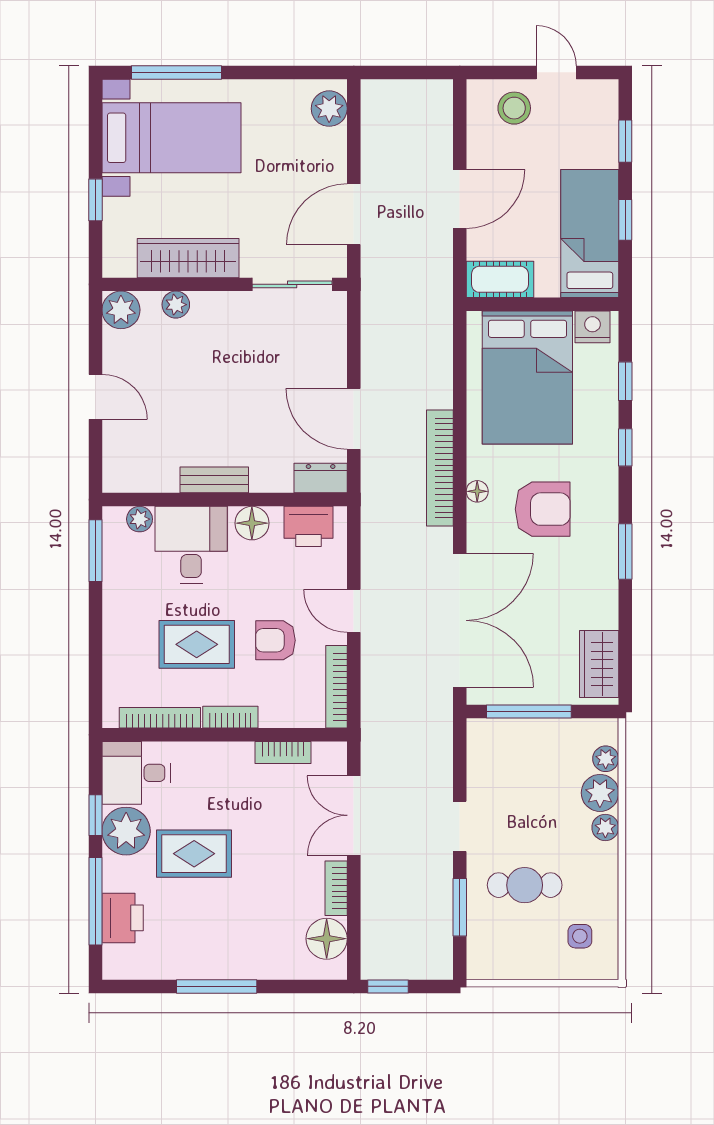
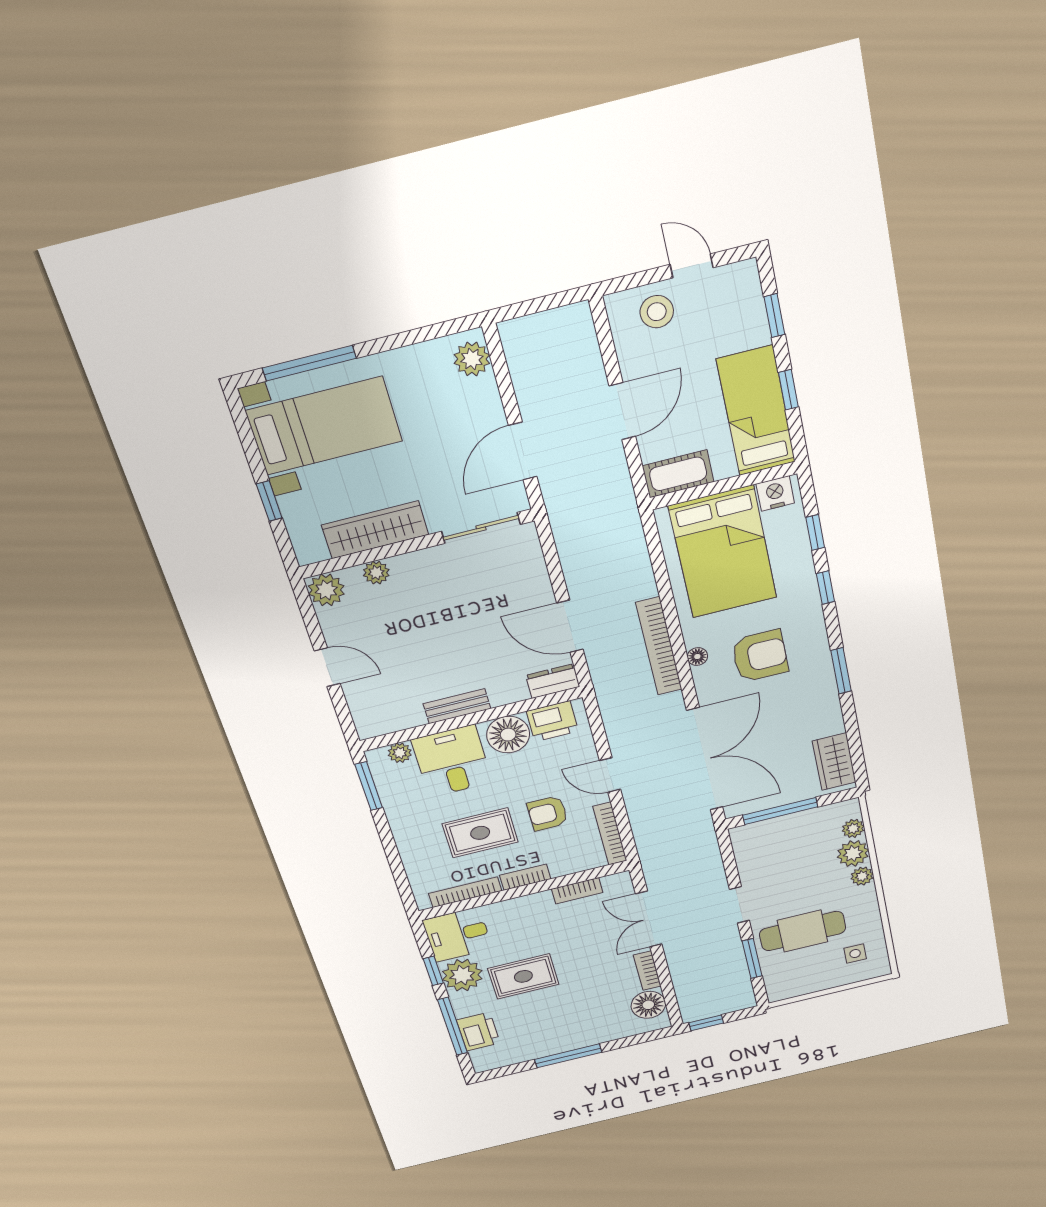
floor lamp: (252, 523) -> (508, 735), width x1.38, depth x1.38
cafe table: (525, 885) -> (803, 931), width x1.37, depth x1.35

